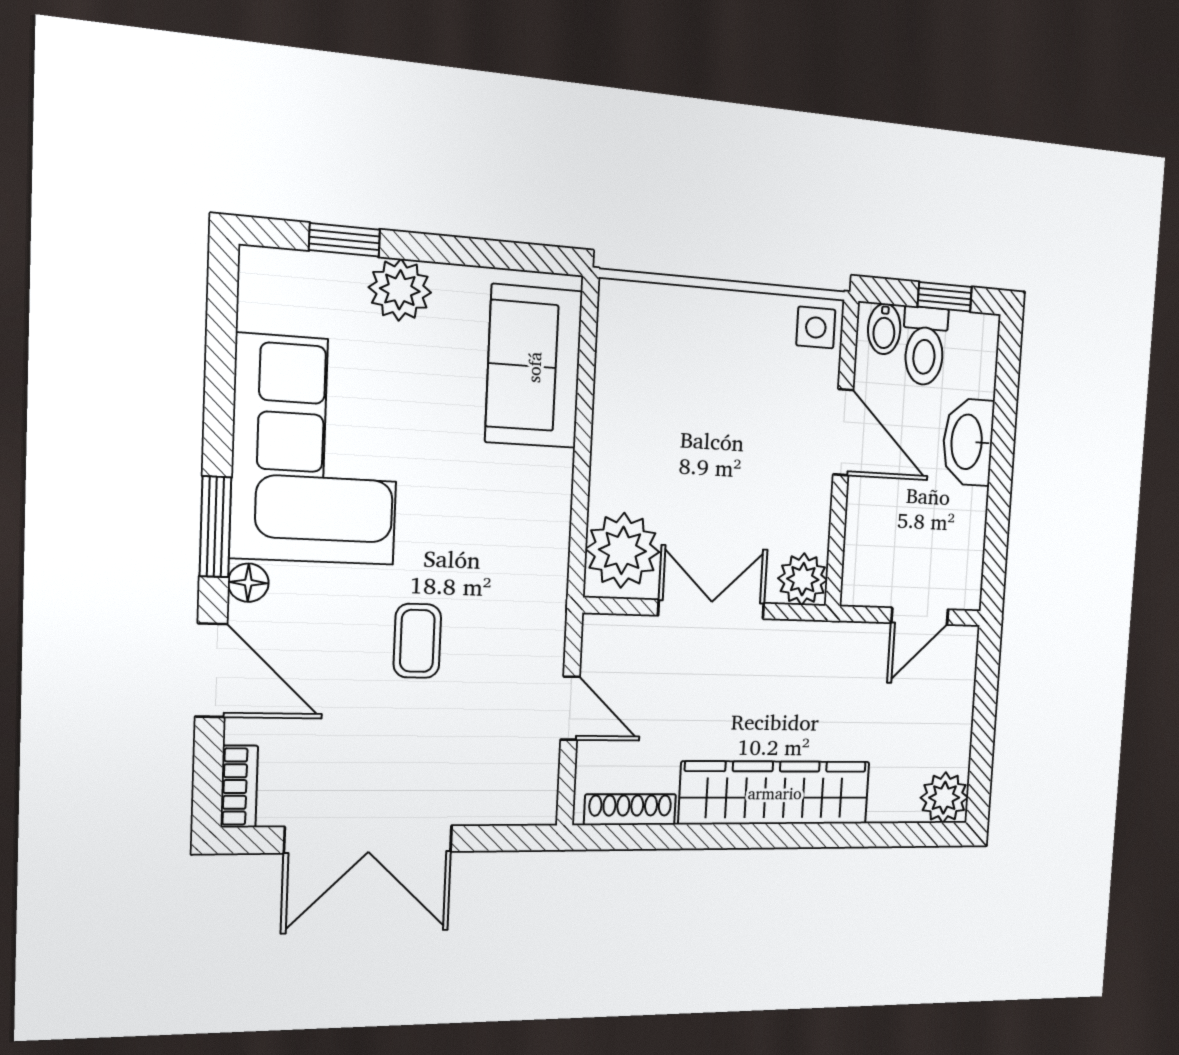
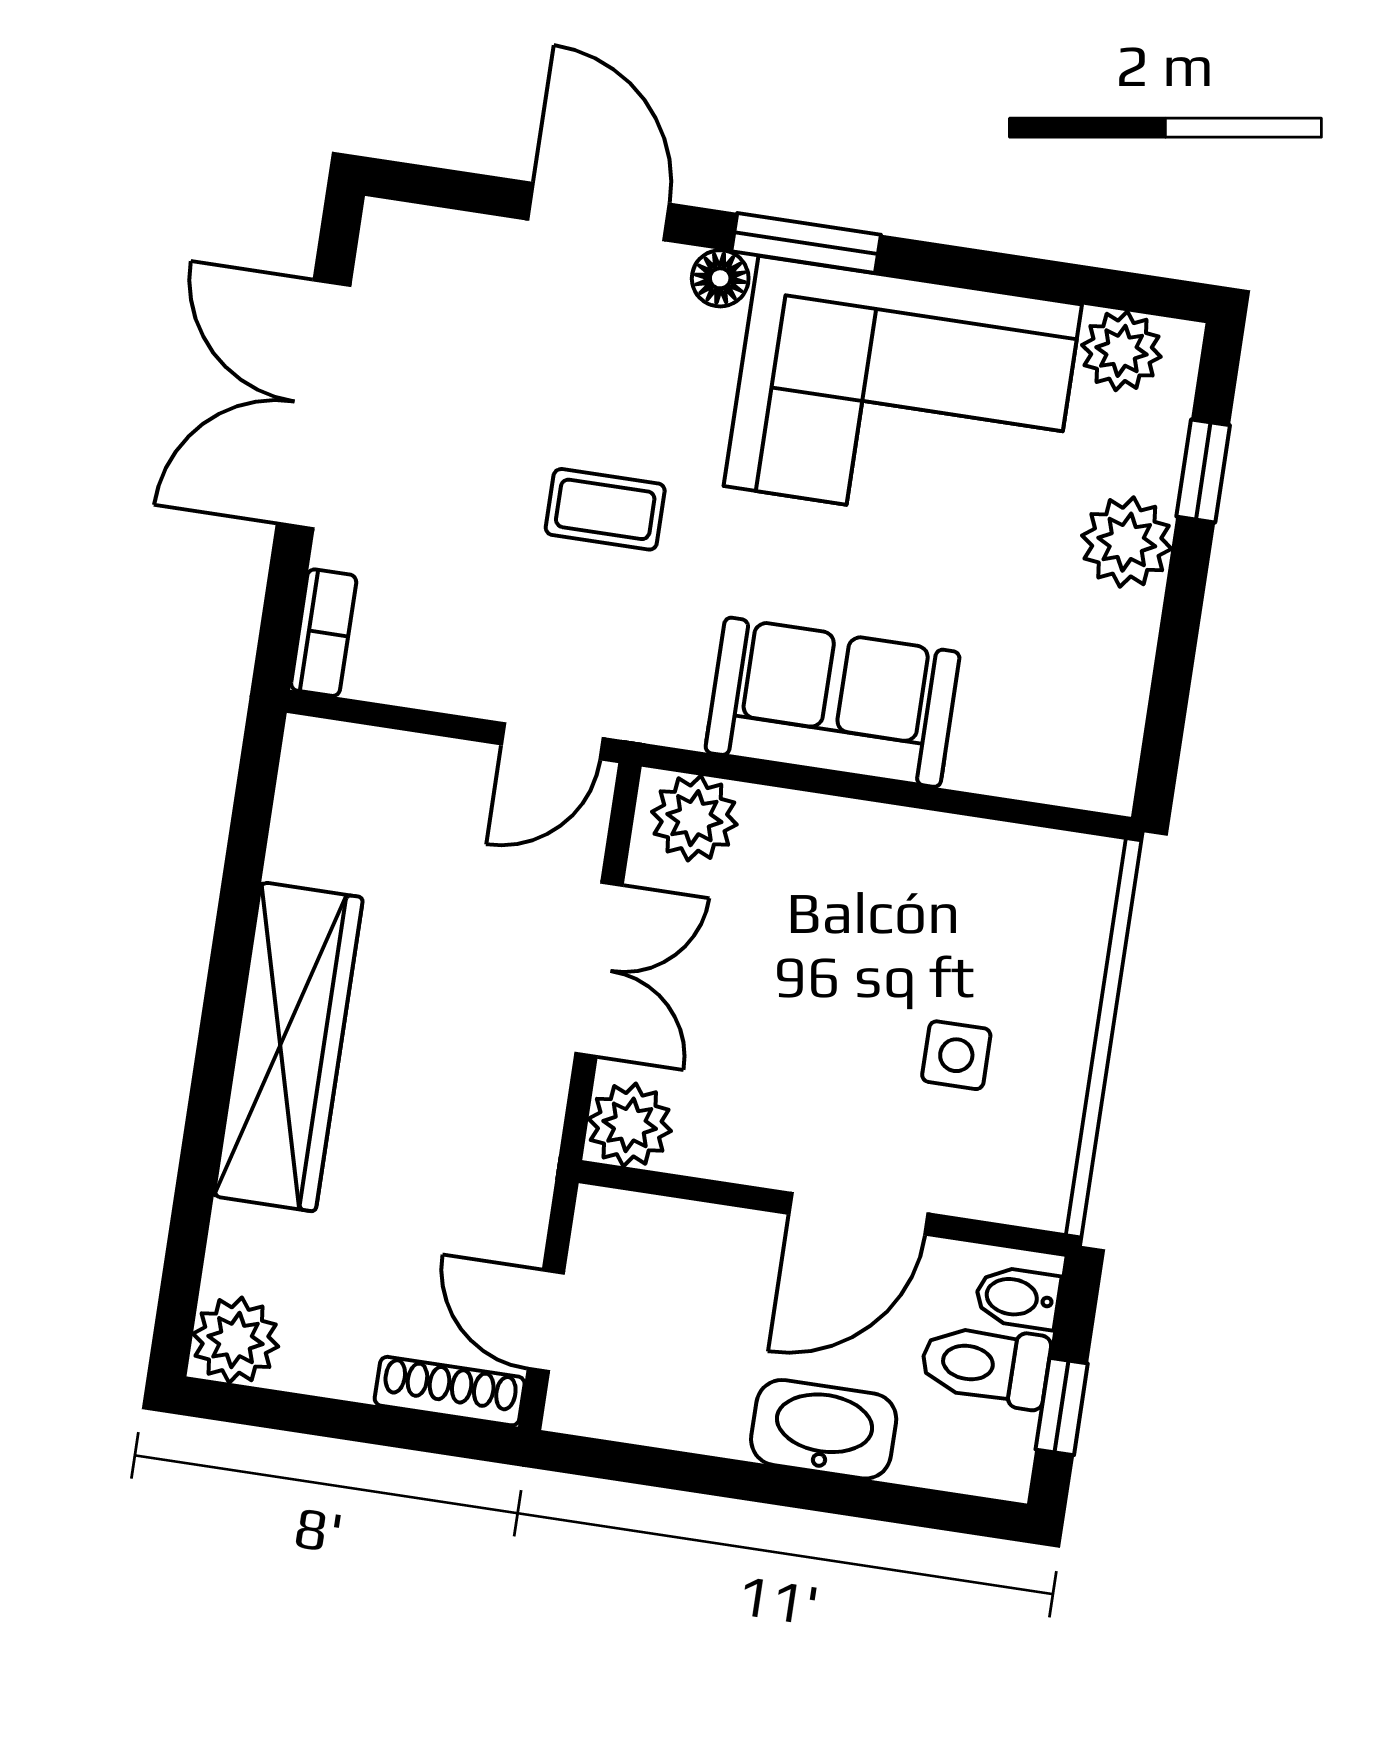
plant: (266, 302) -> (1121, 351), added
side table: (816, 328) -> (956, 1055), moved
sofa: (534, 367) -> (833, 702), moved
plant: (623, 550) -> (694, 818), width x0.73, depth x0.73
door: (211, 670) -> (599, 212), swing flipped
door: (570, 708) -> (552, 741), moved
bookcase: (239, 787) -> (324, 633), moved, turned -90
shoe rack: (630, 810) -> (450, 1391), moved, turned -90

